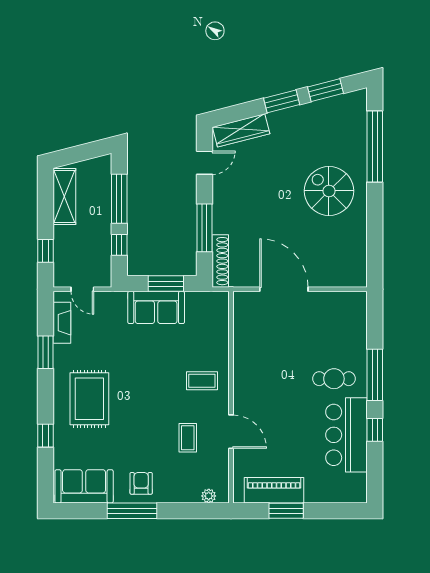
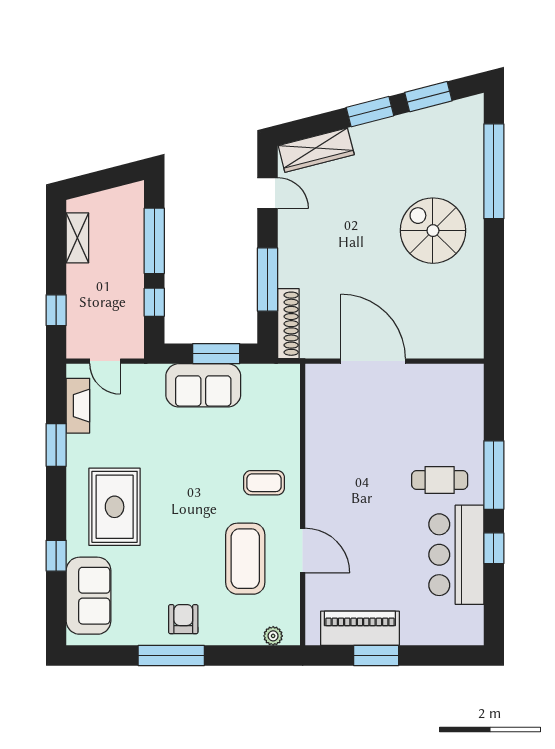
door: (204, 163) -> (267, 193), hinge flipped
shelving: (64, 196) -> (77, 238), width x0.67, depth x0.75
coffee table: (188, 438) -> (245, 559), width x1.86, depth x1.72
sofa: (84, 486) -> (89, 596), moved, turned 90

